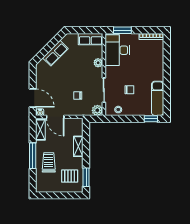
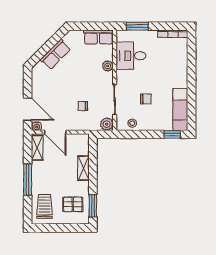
desk: (117, 50) -> (131, 56), width x0.73
trolley: (49, 162) -> (45, 206), moved

